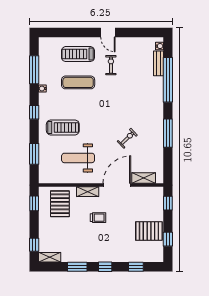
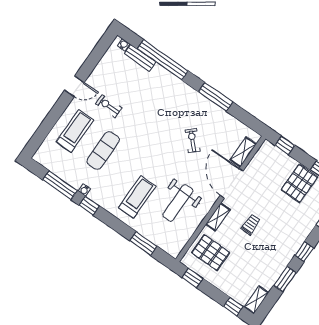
treadmill: (78, 54) -> (75, 131), turned 180
window: (34, 112) -> (89, 206), moved

